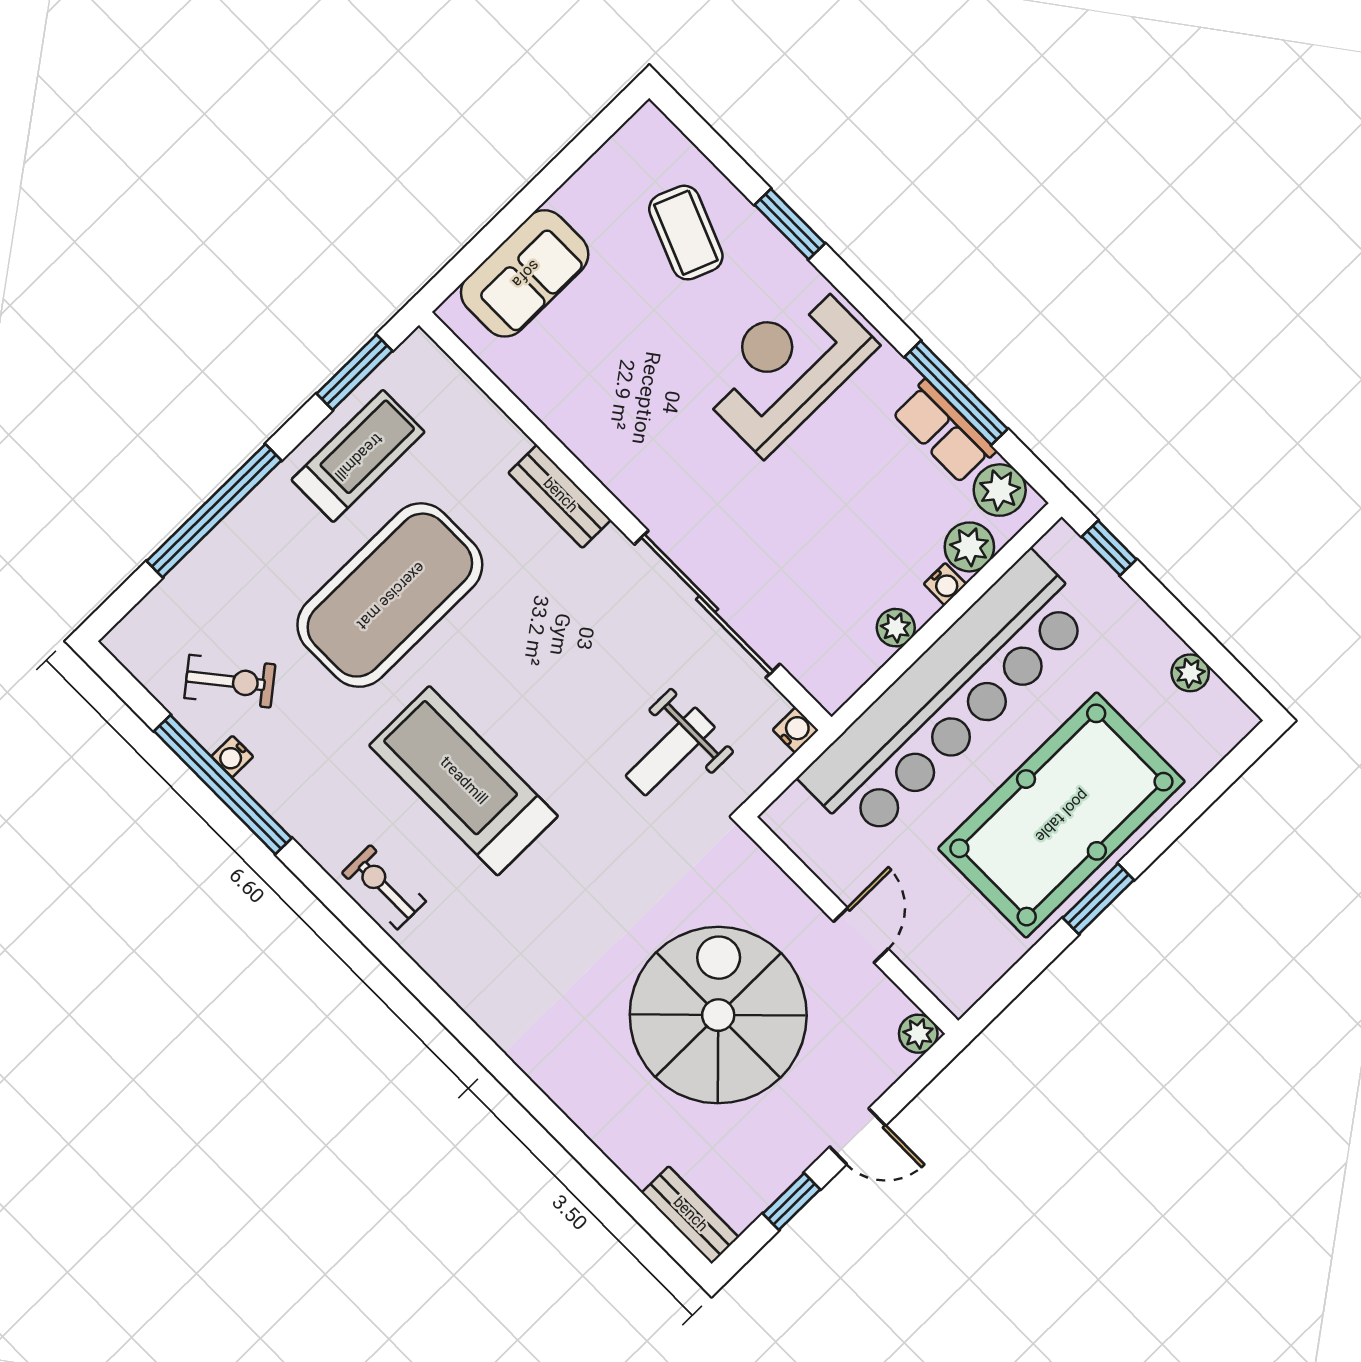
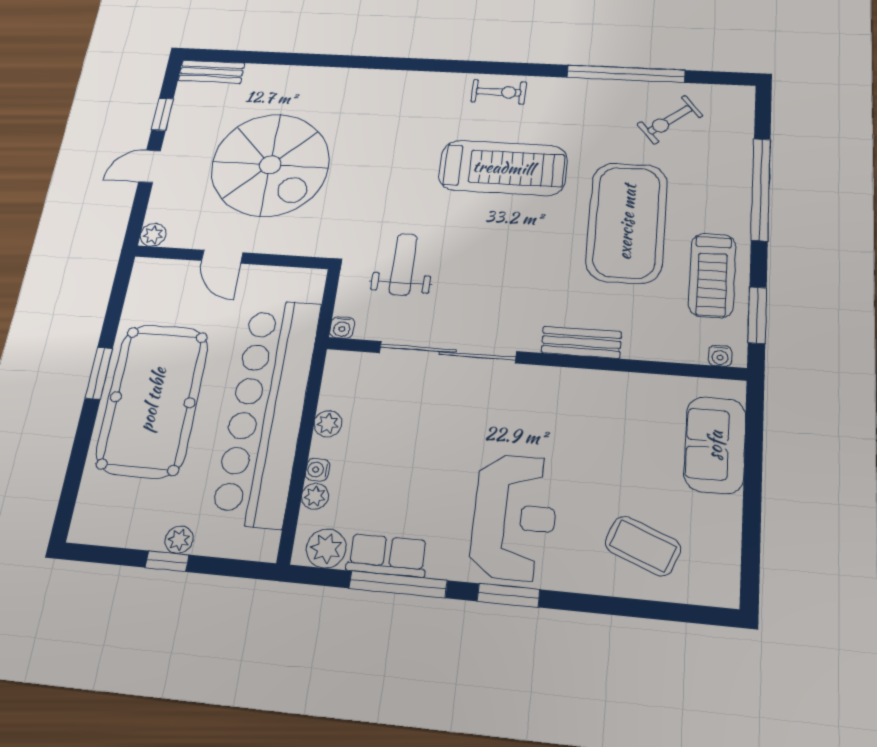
window: (790, 224) -> (508, 595), moved
plant: (969, 547) -> (315, 496), width x0.73, depth x0.73
window: (1109, 548) -> (167, 561), moved
plant: (1190, 673) -> (179, 540), moved
water cooler: (232, 757) -> (720, 356), moved, turned 180

